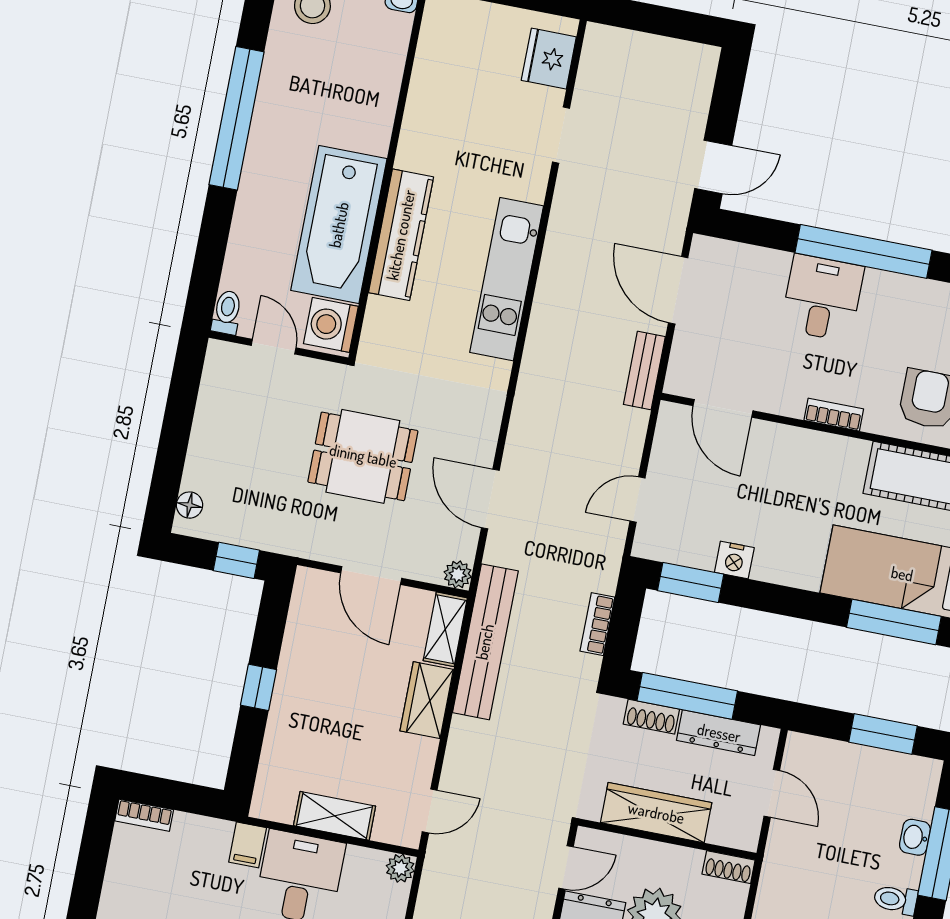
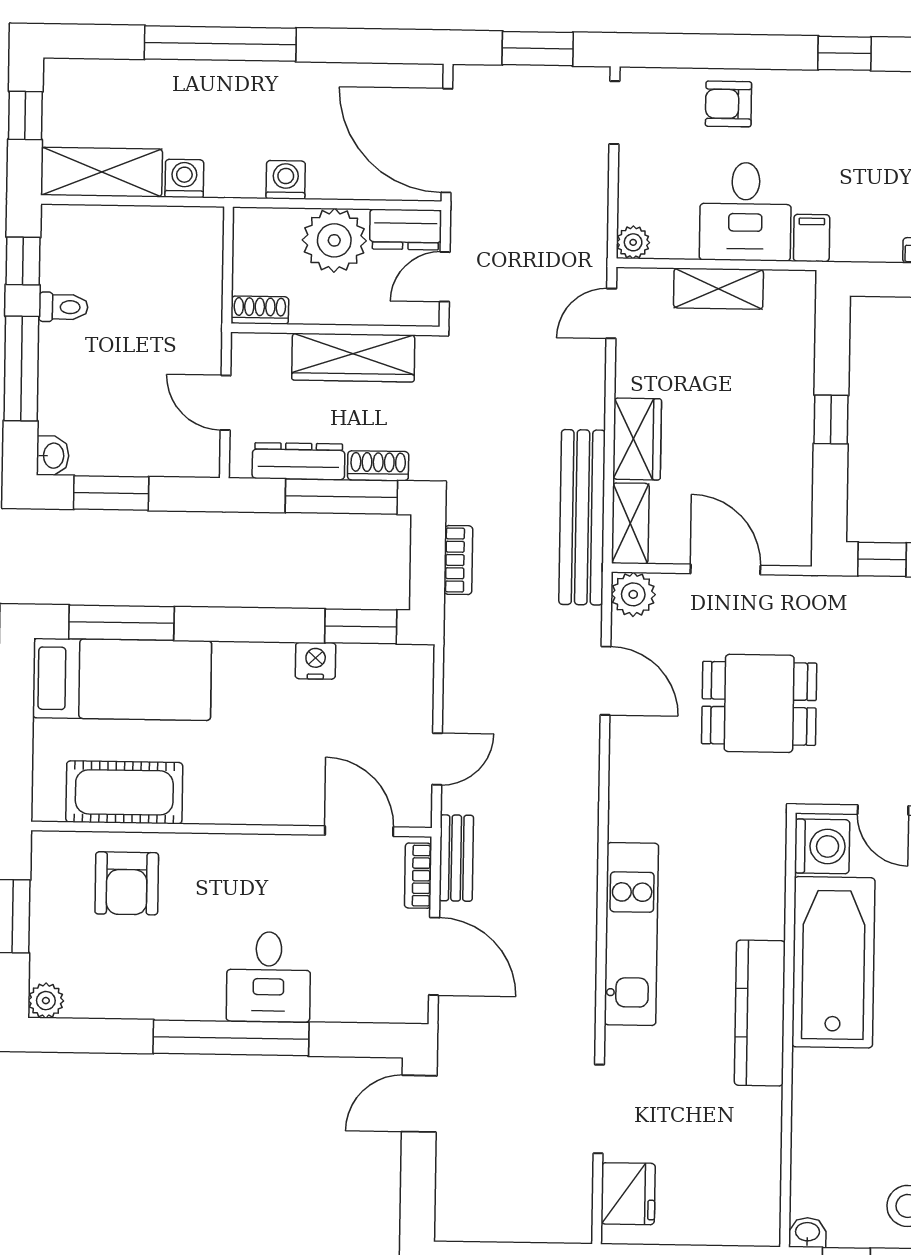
doorway: (561, 135) -> (599, 1109), width x1.38
kitchen counter: (401, 235) -> (760, 1013), moved
bookcase: (834, 415) -> (418, 876), moved, turned 90
door: (637, 500) -> (437, 759), moved
plant: (458, 574) -> (633, 594), width x1.38, depth x1.38
washbasin: (915, 837) -> (53, 456), moved

